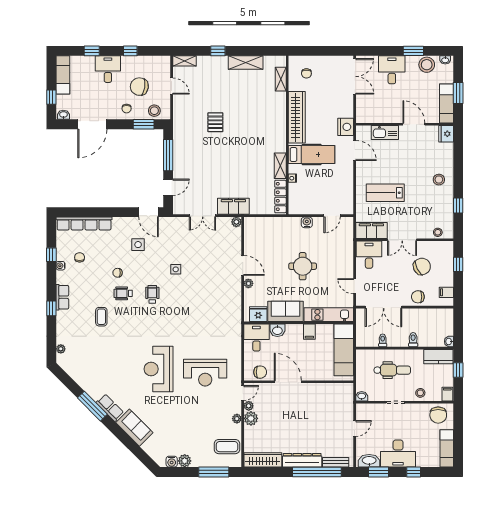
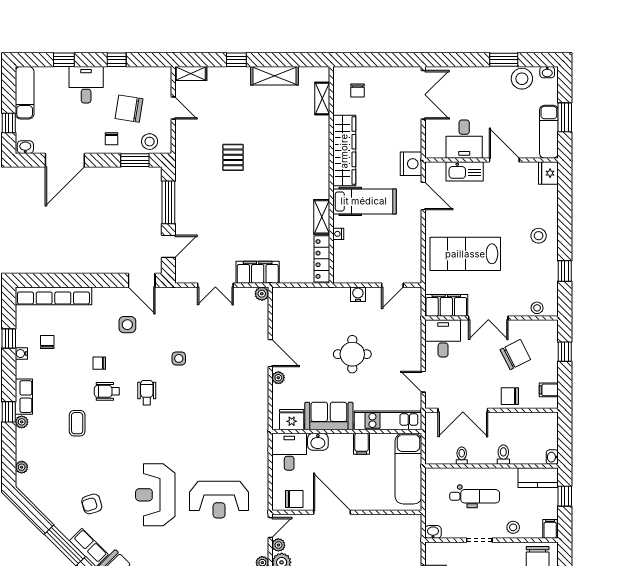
desk: (392, 70) -> (464, 139), moved, turned 180
lab bench: (385, 193) -> (465, 254), width x1.36, depth x1.39
plant: (61, 316) -> (22, 422), added
armchair: (112, 376) -> (92, 504), added

